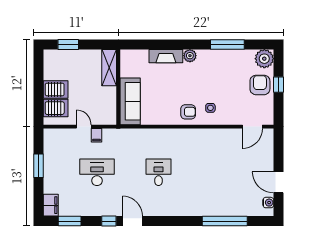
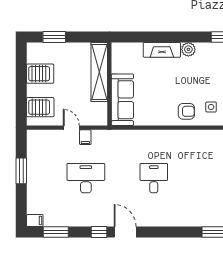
shelving: (109, 68) -> (99, 72), width x1.47
server rack: (56, 90) -> (40, 74), moved
filing cabinet: (51, 205) -> (35, 220), width x0.50

